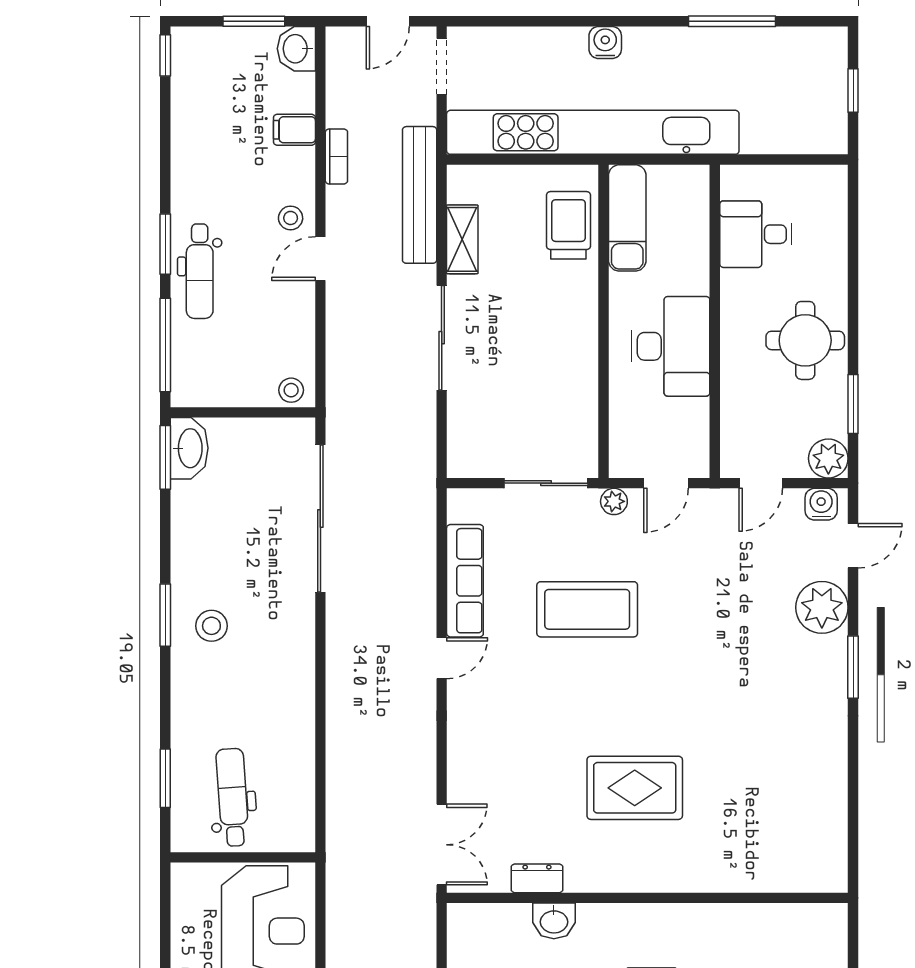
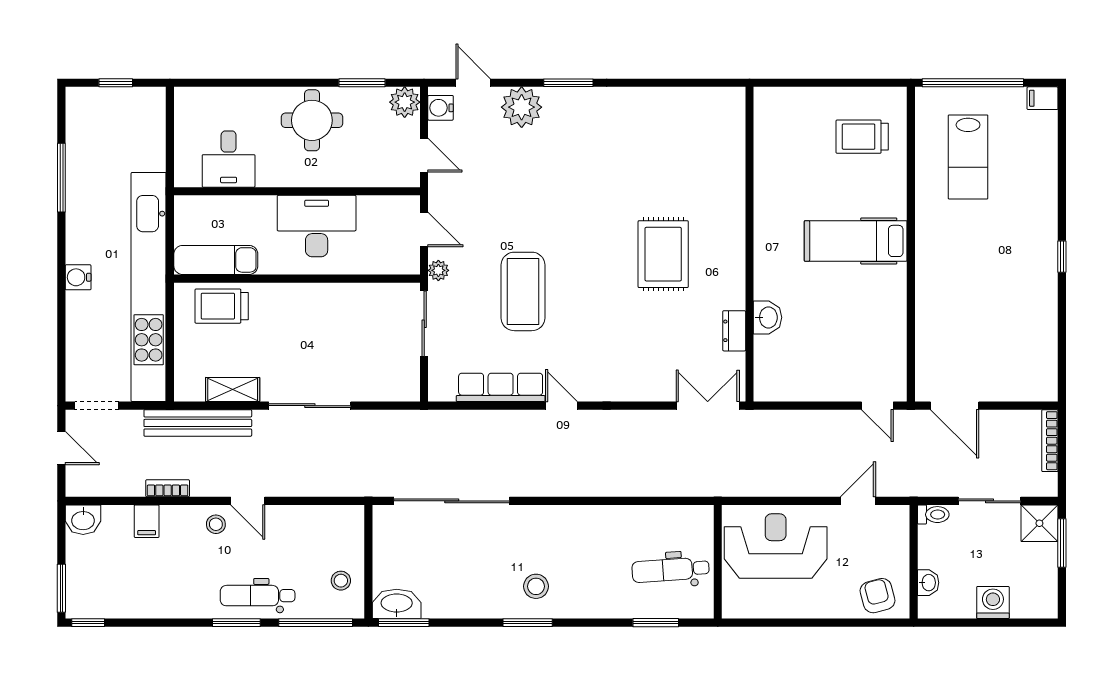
window: (254, 21) -> (61, 588), moved
dental chair: (200, 271) -> (258, 596), turned 180
stool: (291, 390) -> (341, 581), moved

